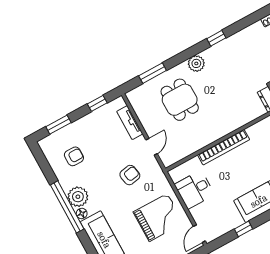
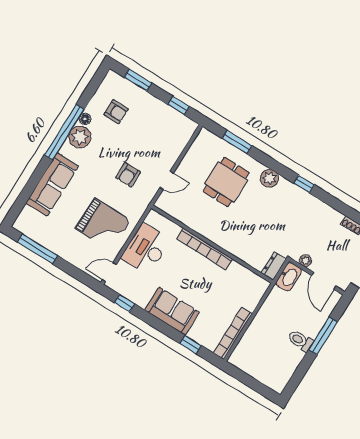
tv unit: (130, 123) -> (178, 147), removed
armchair: (130, 175) -> (128, 175), turned 101
desk: (194, 190) -> (146, 249), width x1.37
floor lamp: (82, 214) -> (85, 119), moved
window: (243, 229) -> (125, 303), moved

